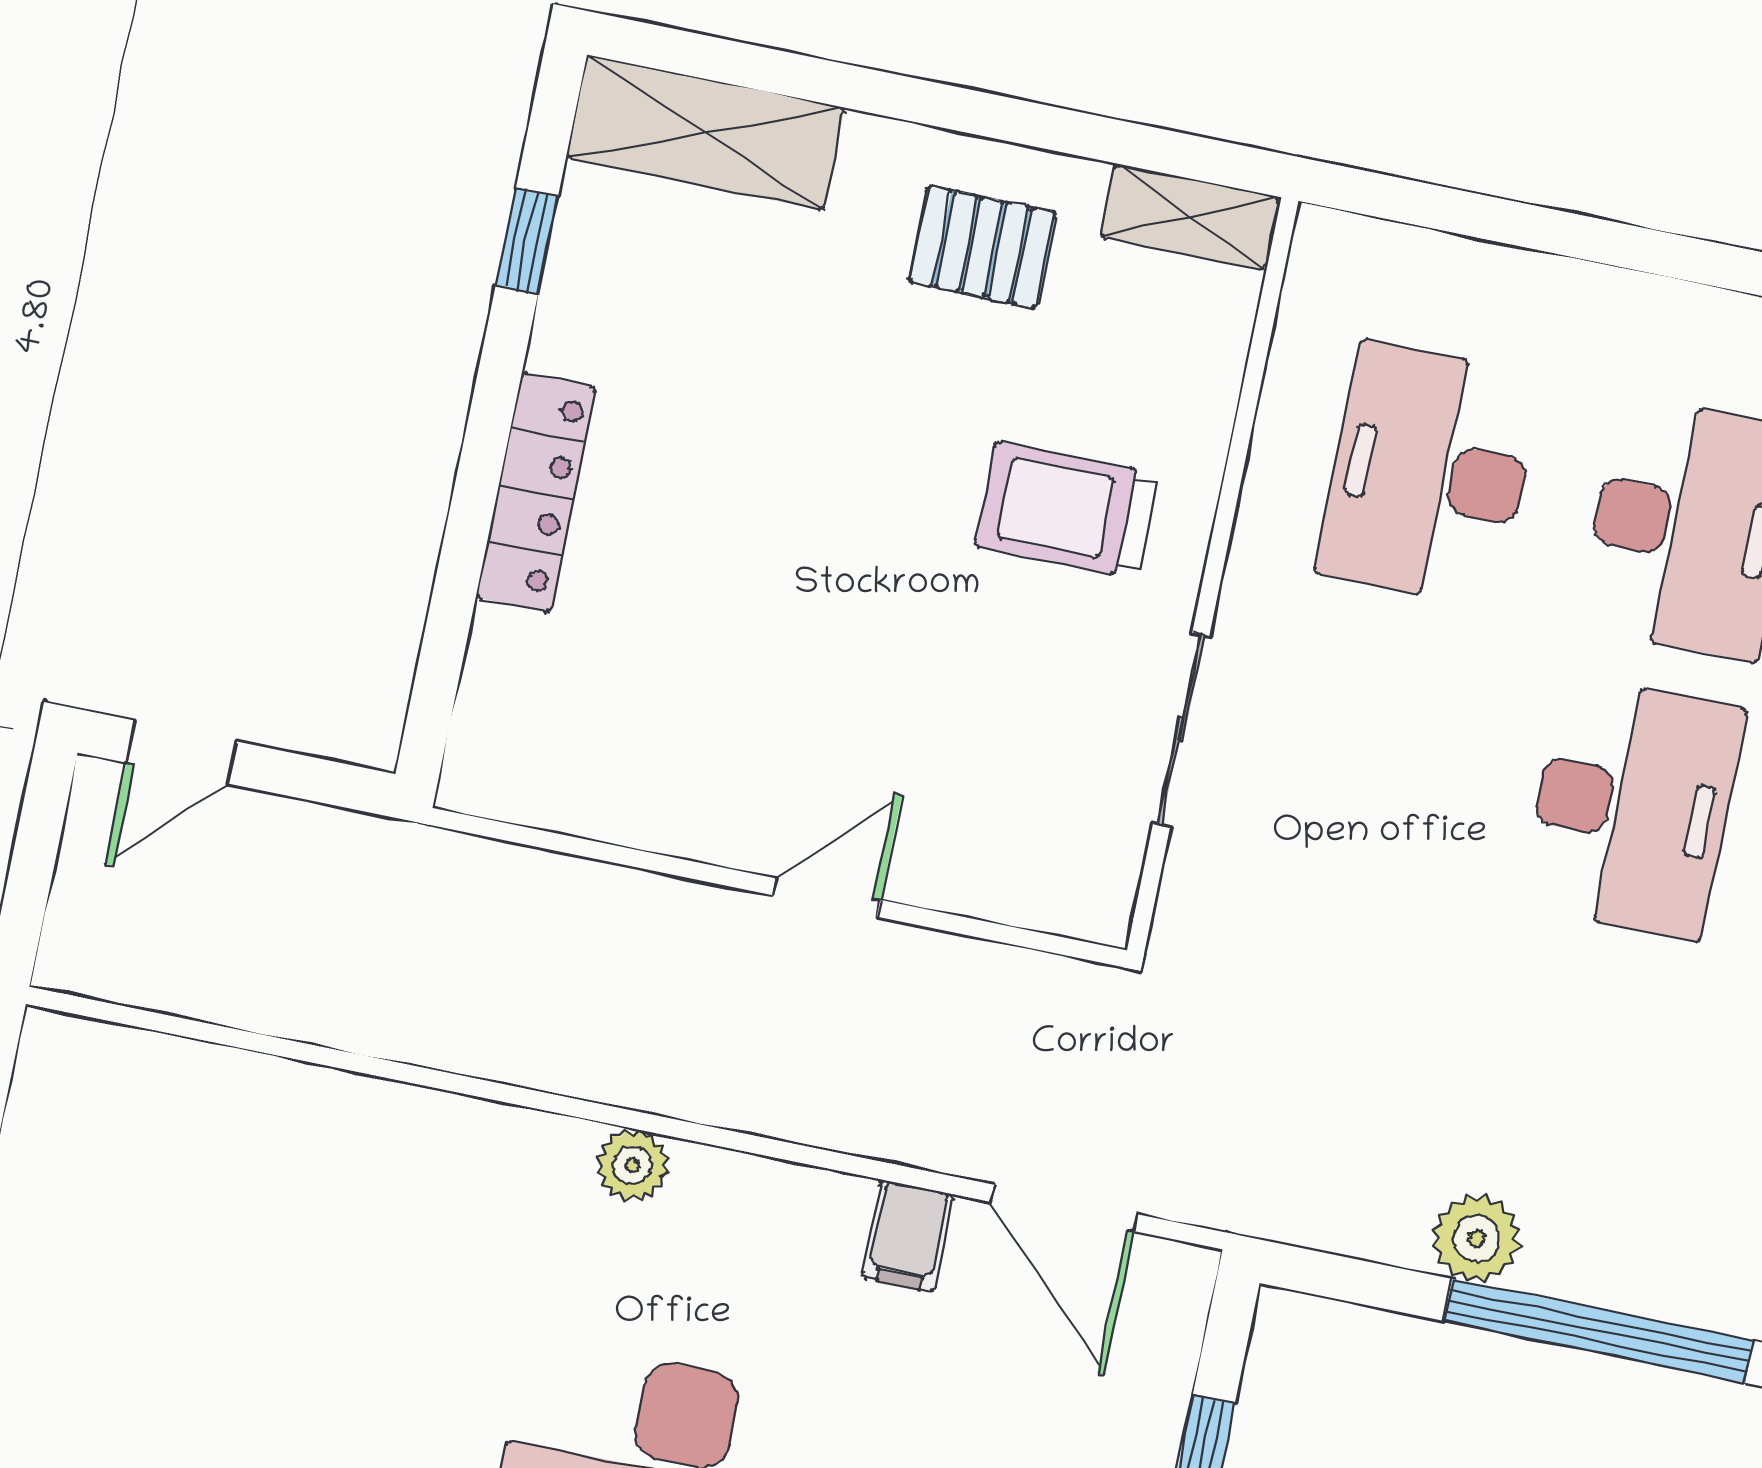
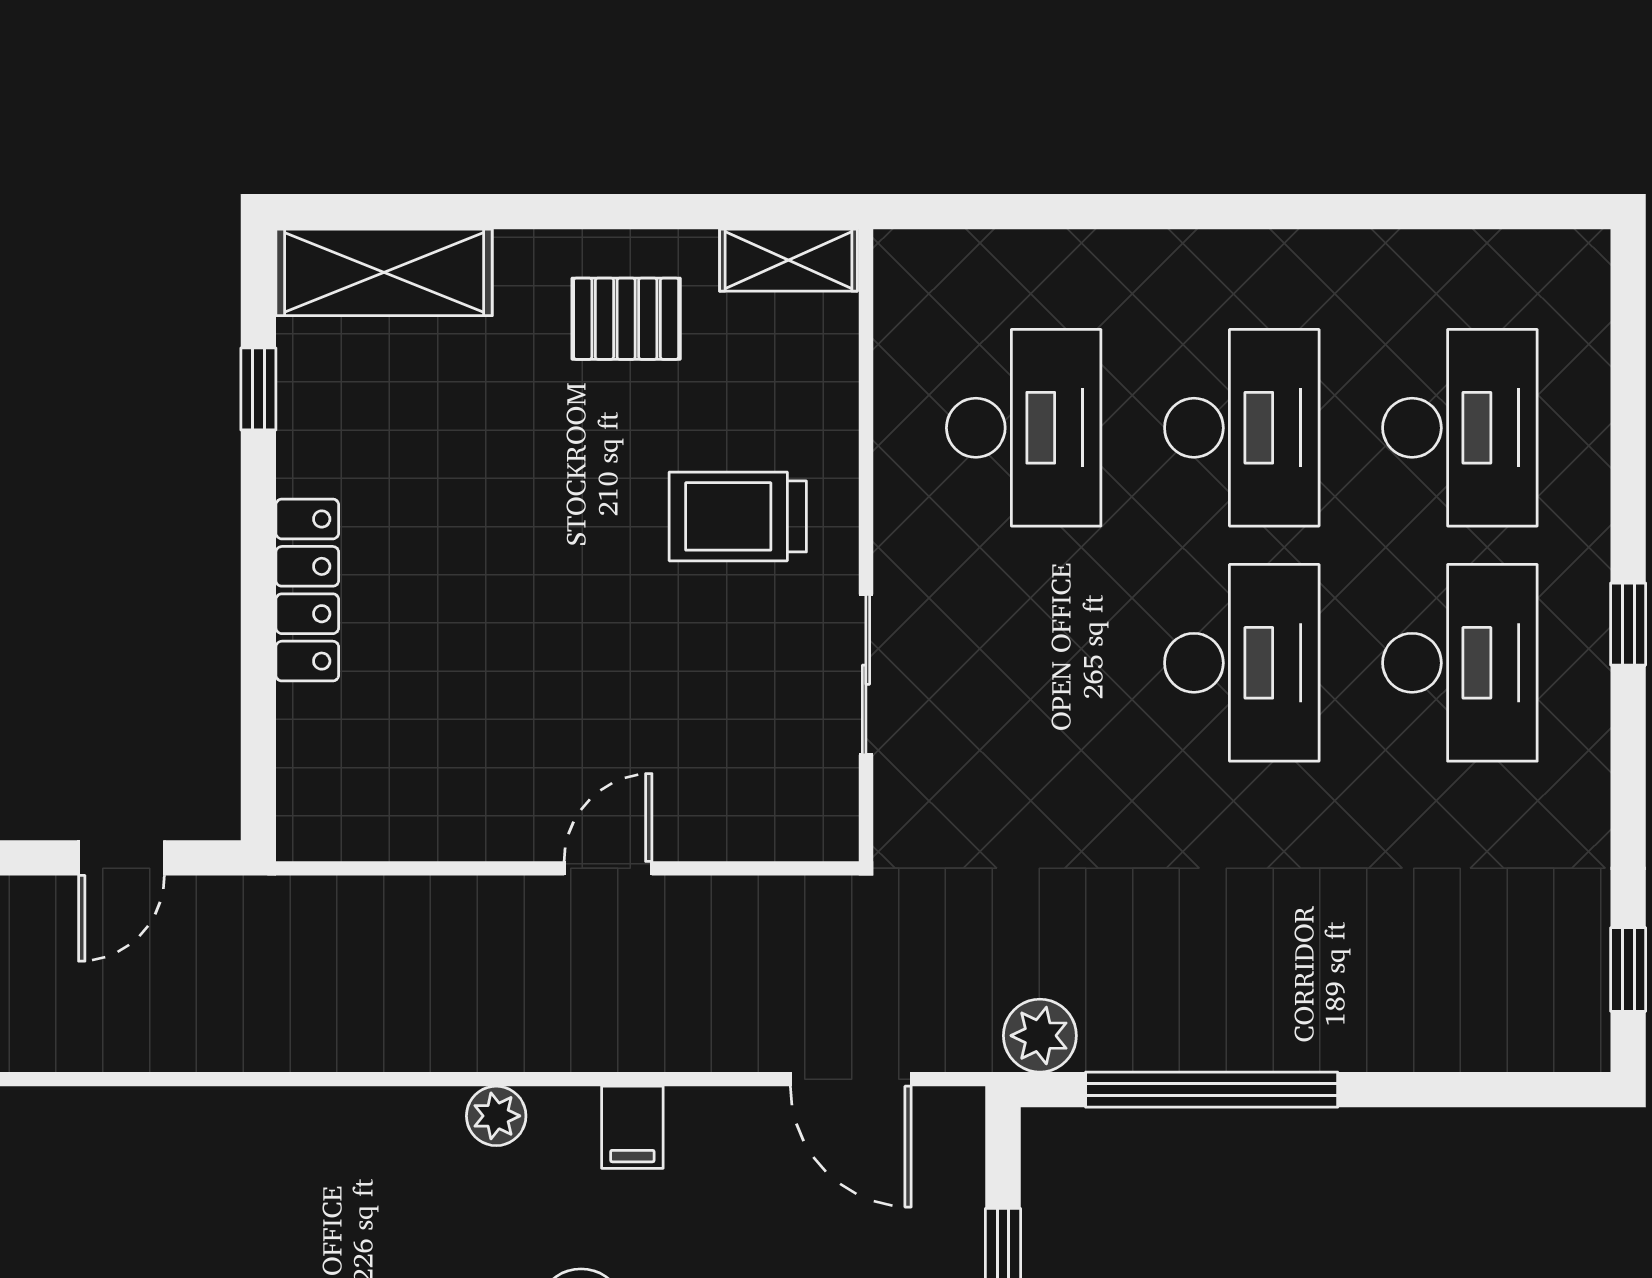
desk: (1429, 474) -> (1024, 428), turned 180
door: (182, 752) -> (122, 858), moved
filing cabinet: (908, 1236) -> (632, 1127), moved
plant: (1477, 1239) -> (1040, 1036), moved
window: (1598, 1331) -> (1212, 1090), moved

